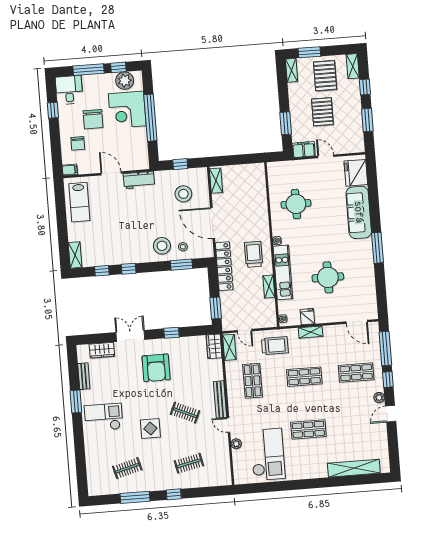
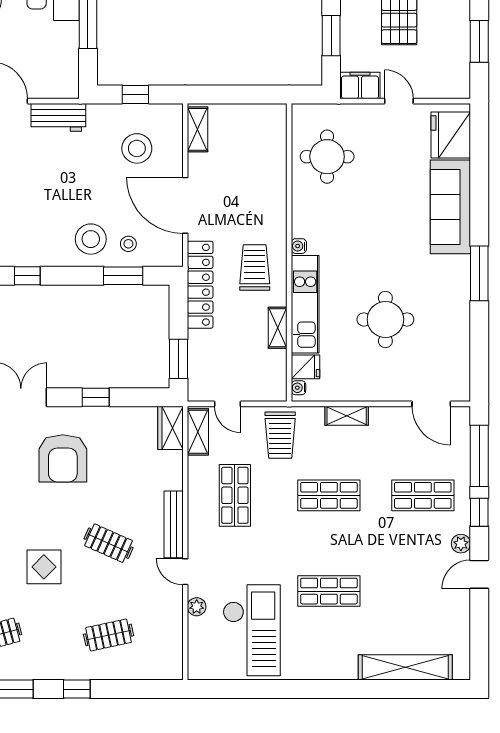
round table: (296, 204) -> (327, 157), moved
fridge: (307, 317) -> (306, 367), moved, turned 90
trolley: (275, 346) -> (280, 435), turned 90

